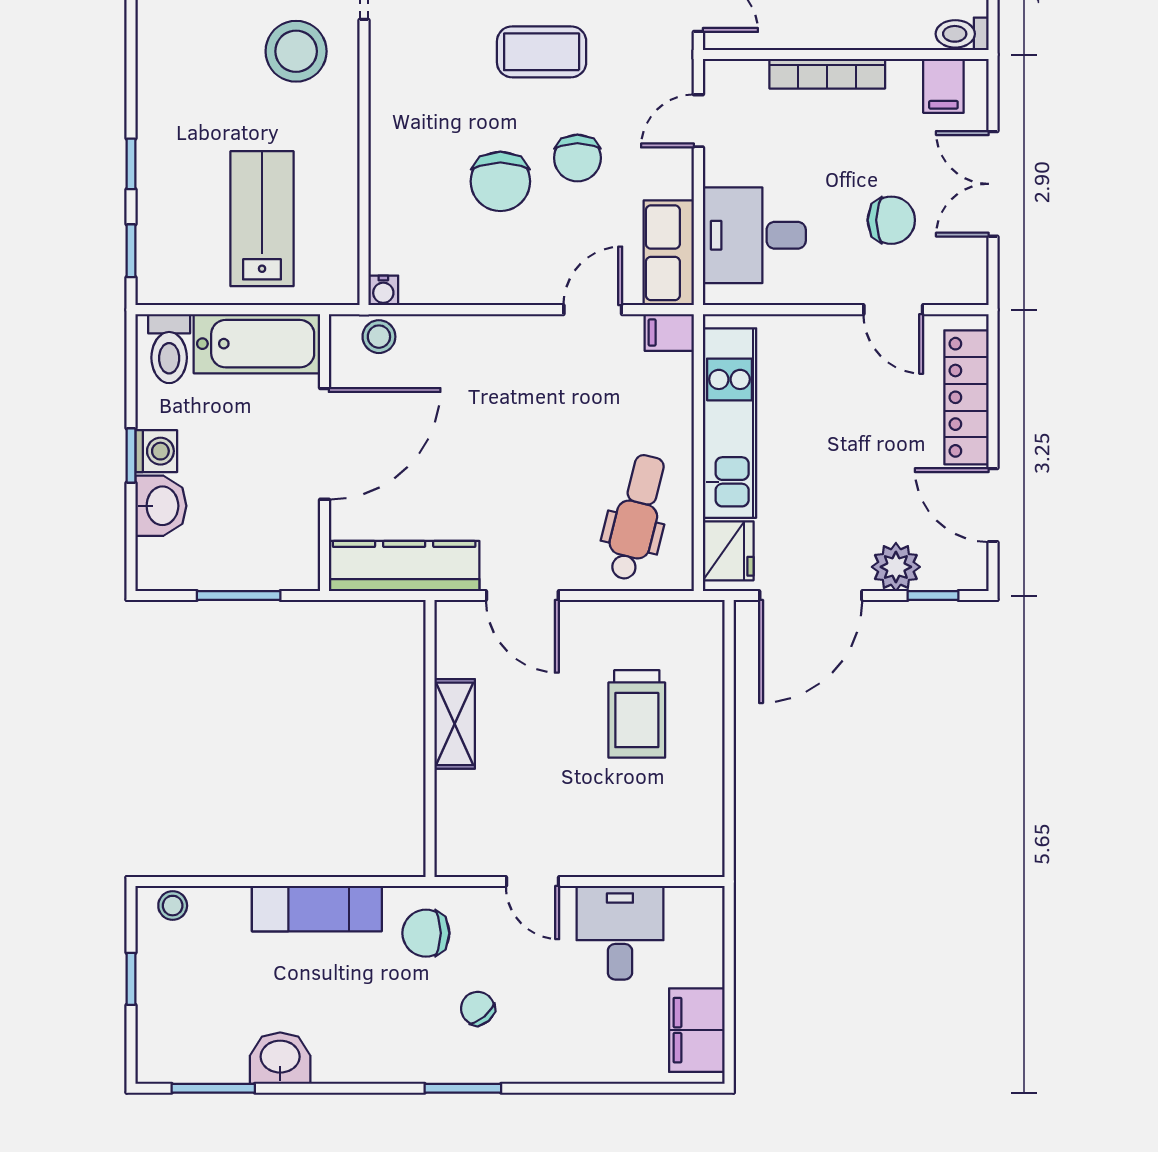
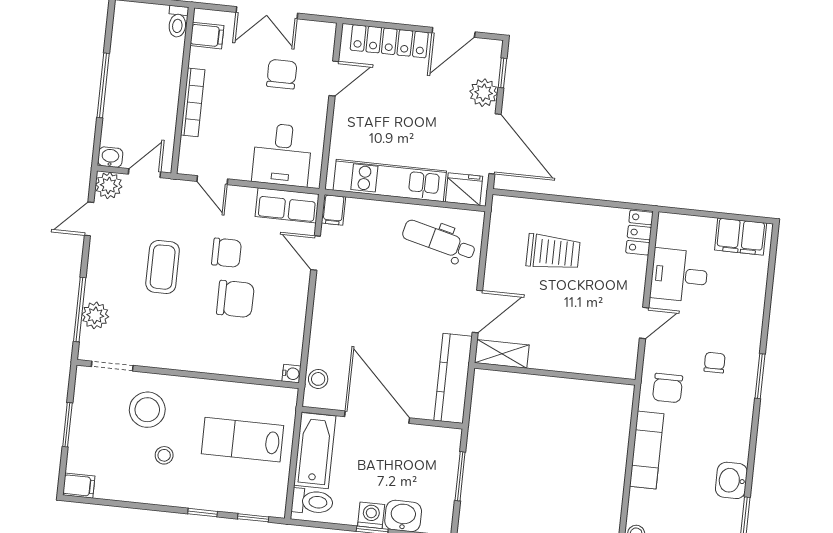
stool: (221, 88) -> (164, 455), added
shelving: (455, 724) -> (502, 354), moved
locker: (686, 857) -> (639, 233), added
chair: (478, 1008) -> (715, 363), turned 130

